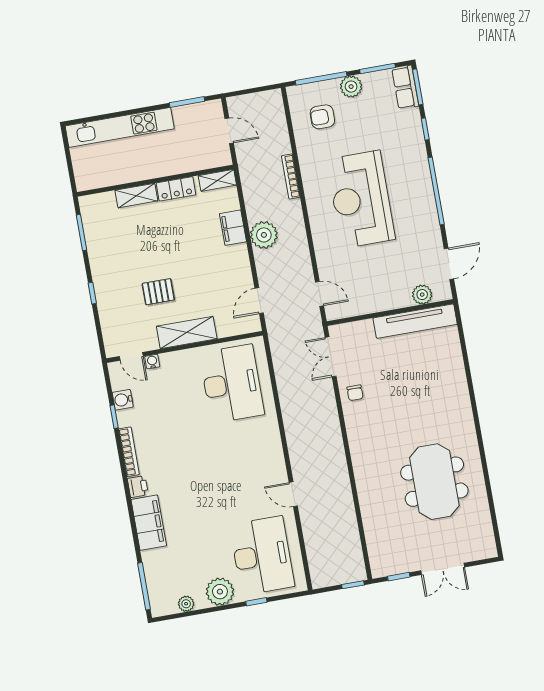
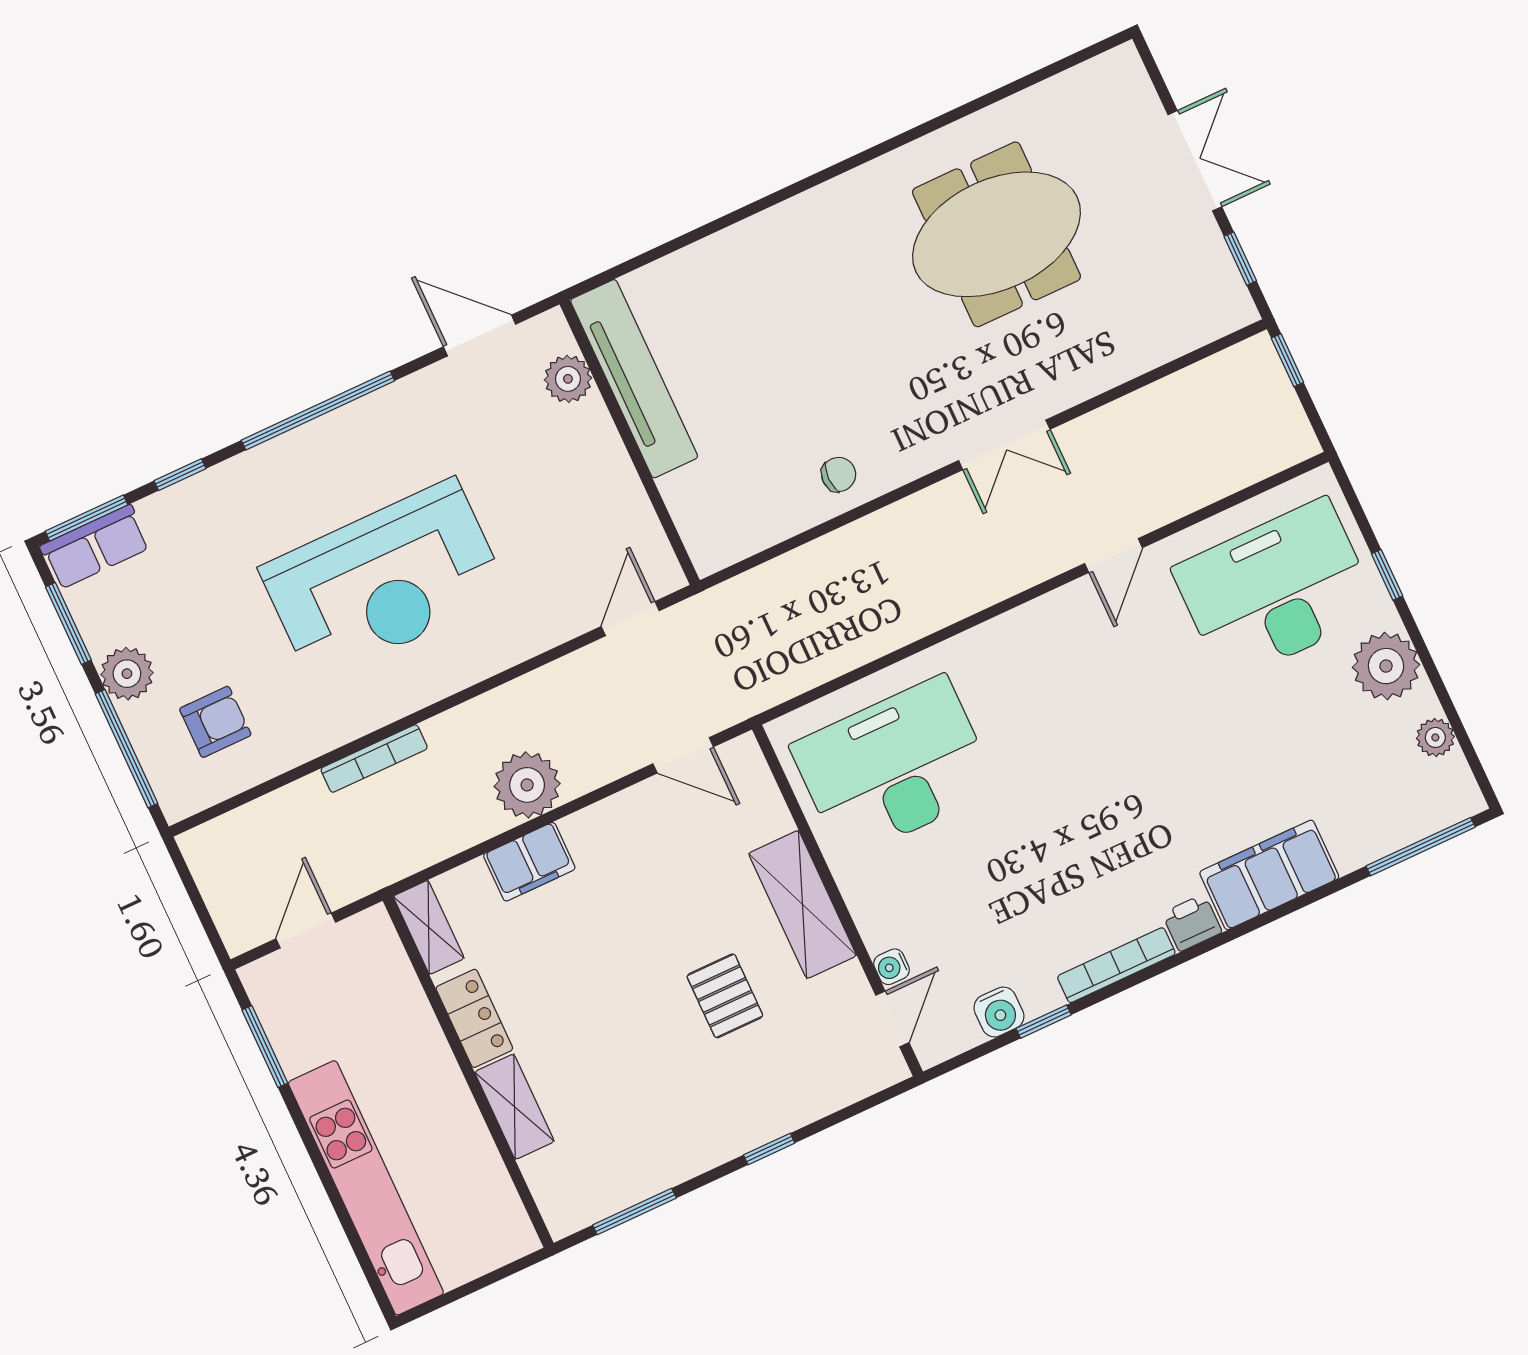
armchair: (322, 117) -> (215, 722), turned -90
double door: (331, 357) -> (1004, 445), moved

